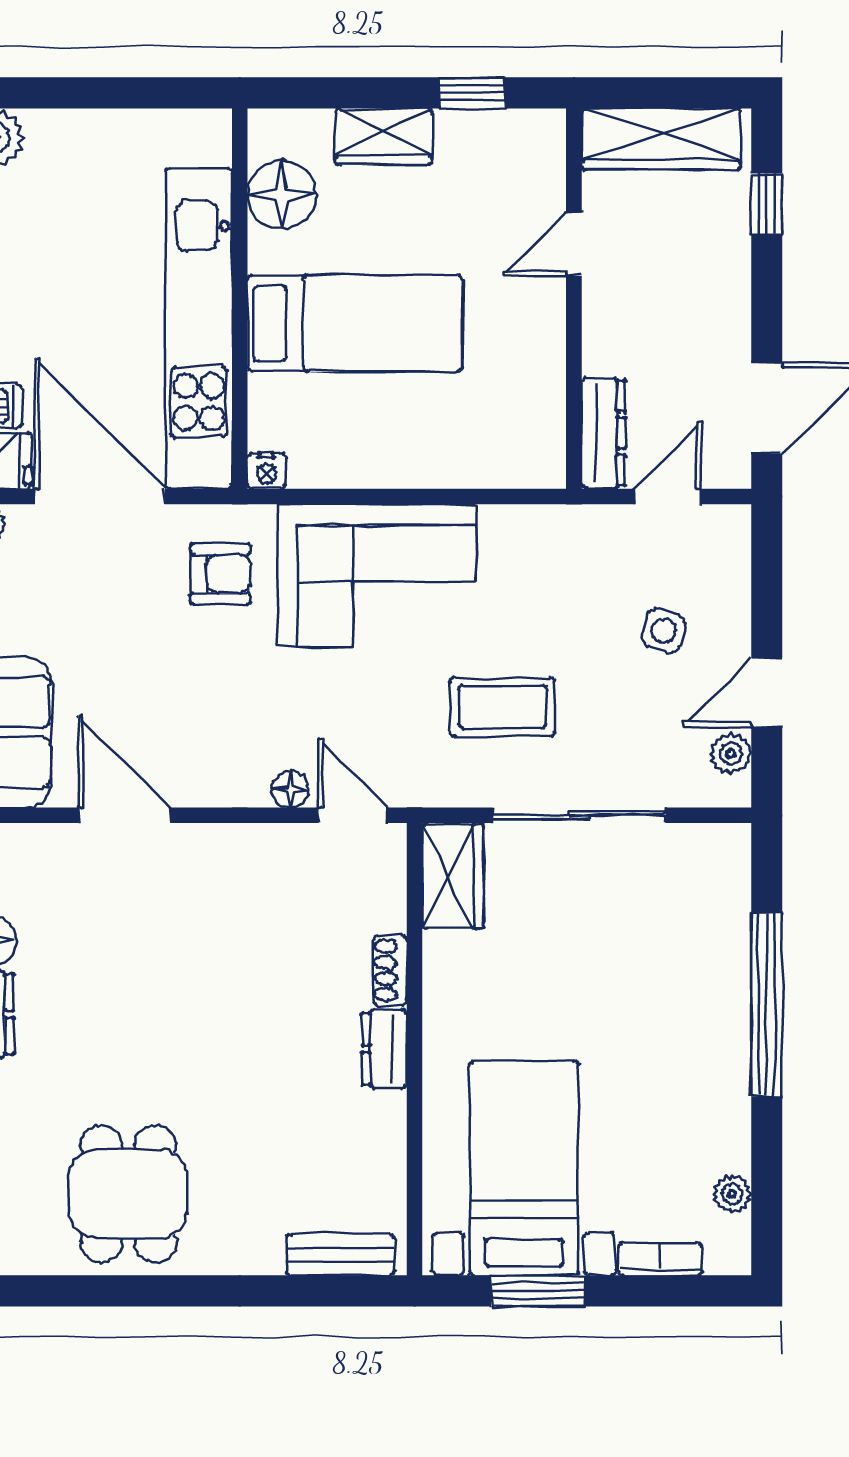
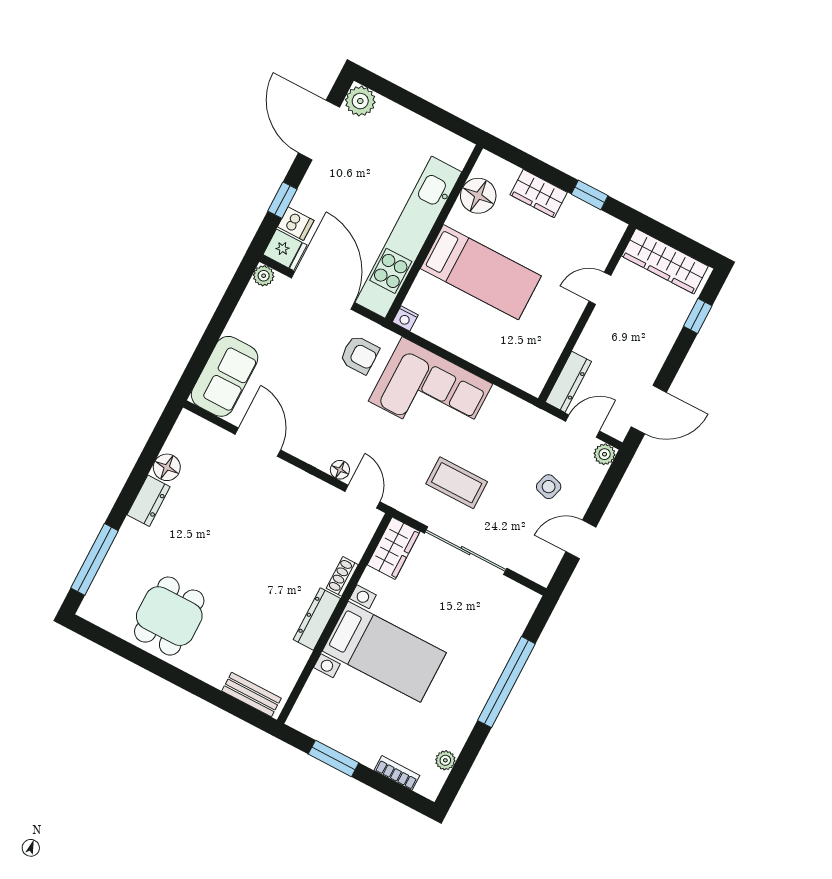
plant: (731, 753) -> (605, 454), moved
dresser: (385, 1049) -> (317, 619), width x1.44
bed with nightstands: (524, 1168) -> (384, 652), moved, turned 90

